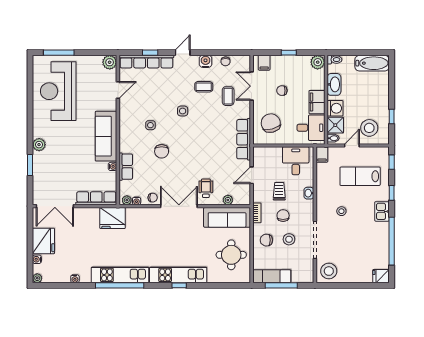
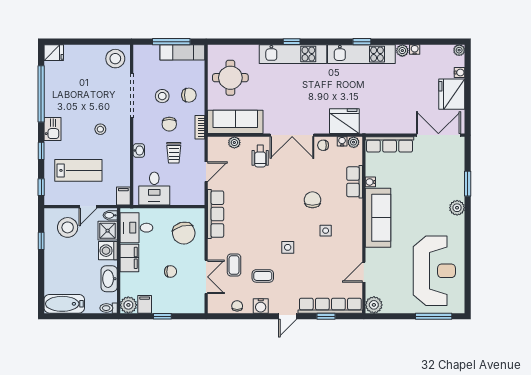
filing cabinet: (264, 63) -> (145, 304), moved
fridge: (113, 218) -> (344, 121), moved
plant: (85, 278) -> (402, 51), added
window: (120, 285) -> (362, 42), width x0.32

